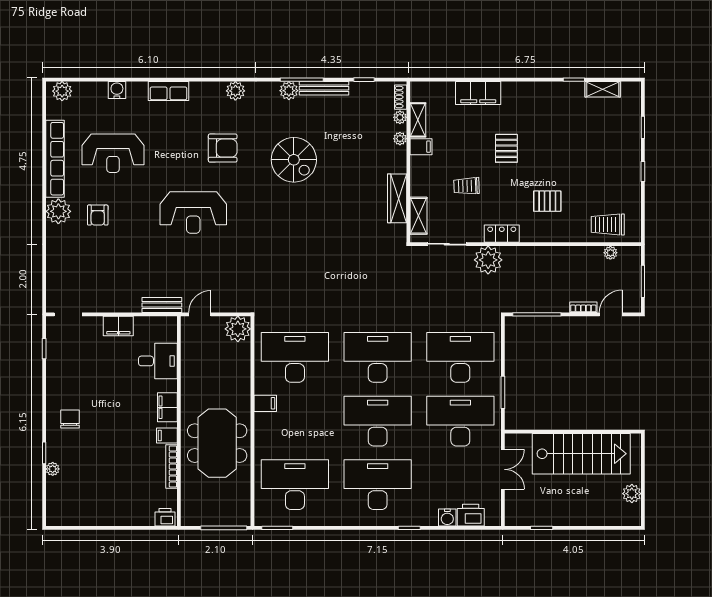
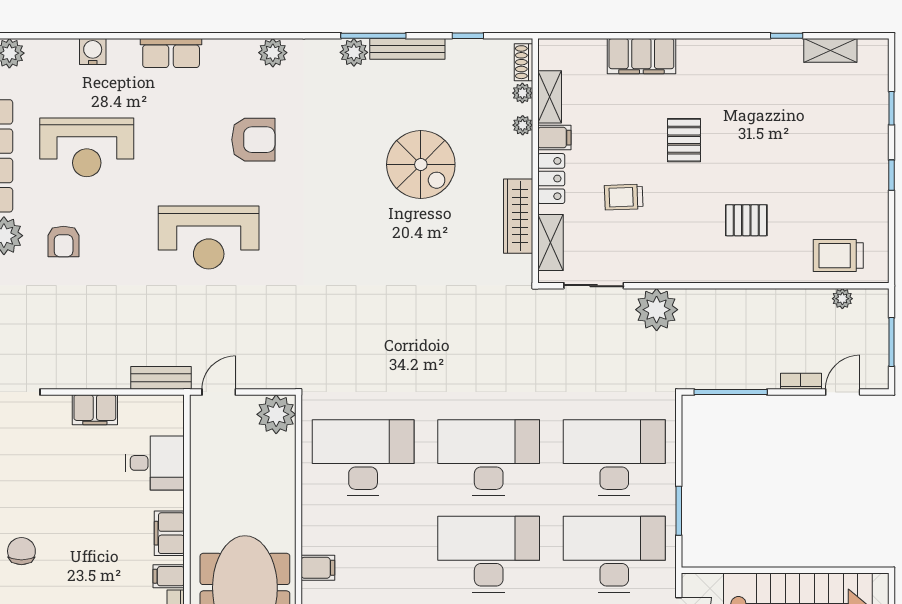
spiral stairs: (294, 160) -> (421, 165), moved
locker: (502, 234) -> (551, 179), moved, turned 90
filing cabinet: (265, 403) -> (318, 568), moved

